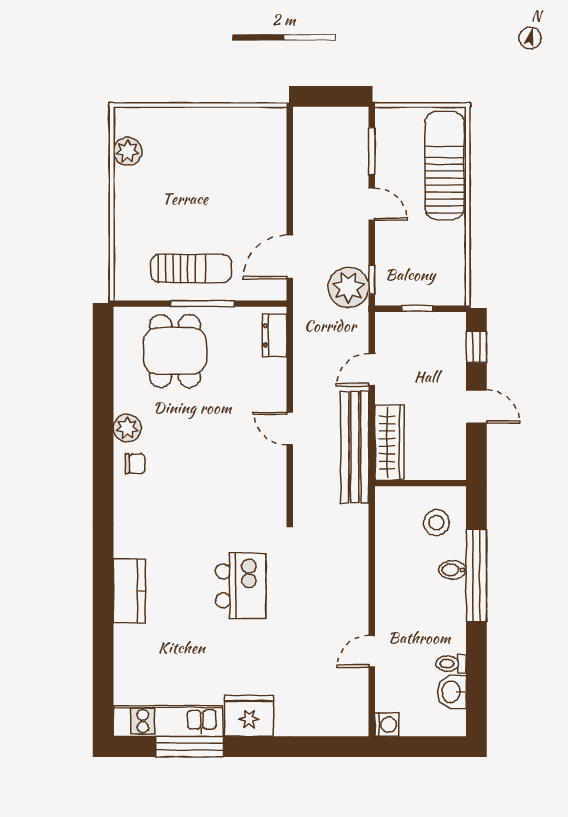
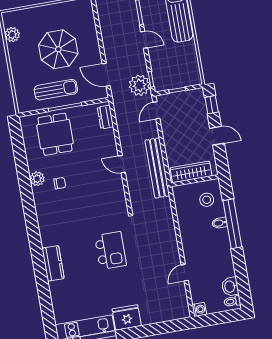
parasol: (209, 194) -> (58, 49), added
door: (290, 257) -> (106, 75), hinge flipped
door: (372, 370) -> (156, 110), moved
wardrobe: (389, 442) -> (191, 172), moved, turned -90
chair: (135, 464) -> (60, 183), moved
toilet: (451, 664) -> (232, 301), moved

